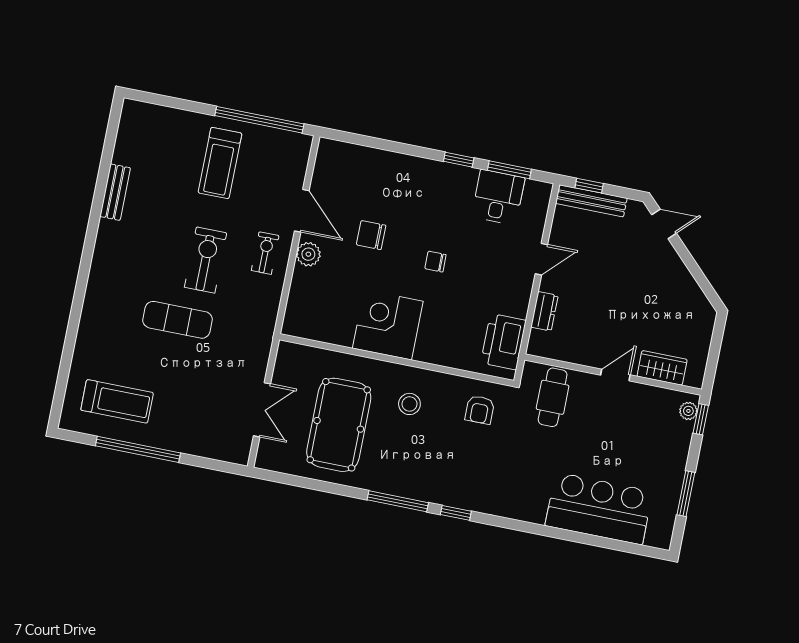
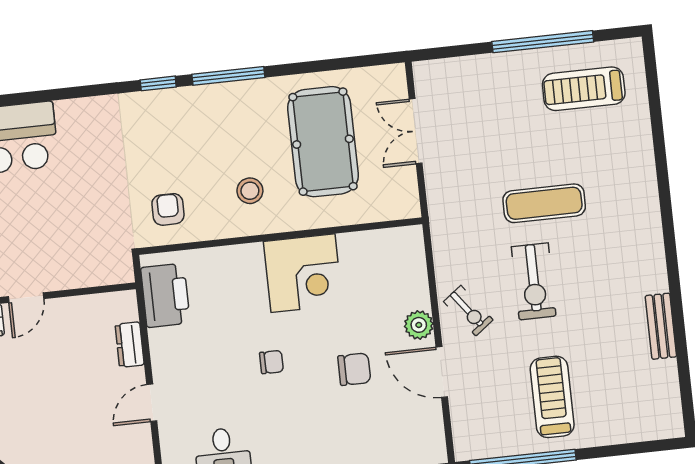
exercise bike: (265, 253) -> (468, 311), turned -37
cafe table: (553, 397) -> (89, 250), removed

